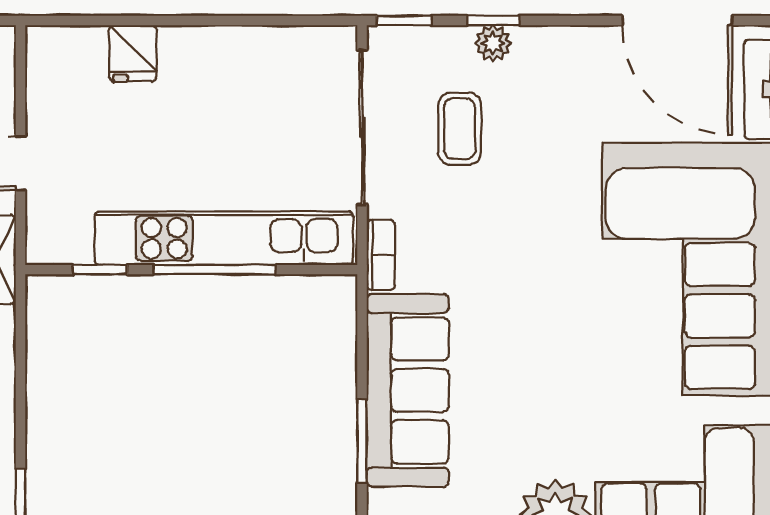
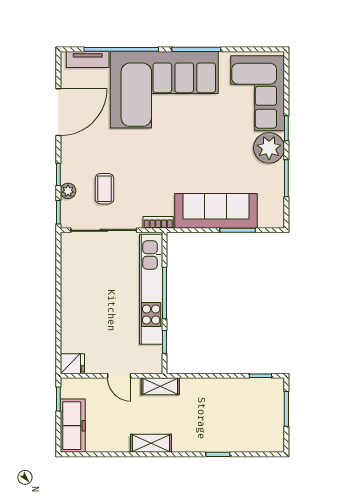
door: (677, 20) -> (58, 112), moved
plant: (493, 43) -> (68, 191), moved
fridge: (133, 53) -> (72, 364), moved
coffee table: (460, 129) -> (104, 189), turned 90

